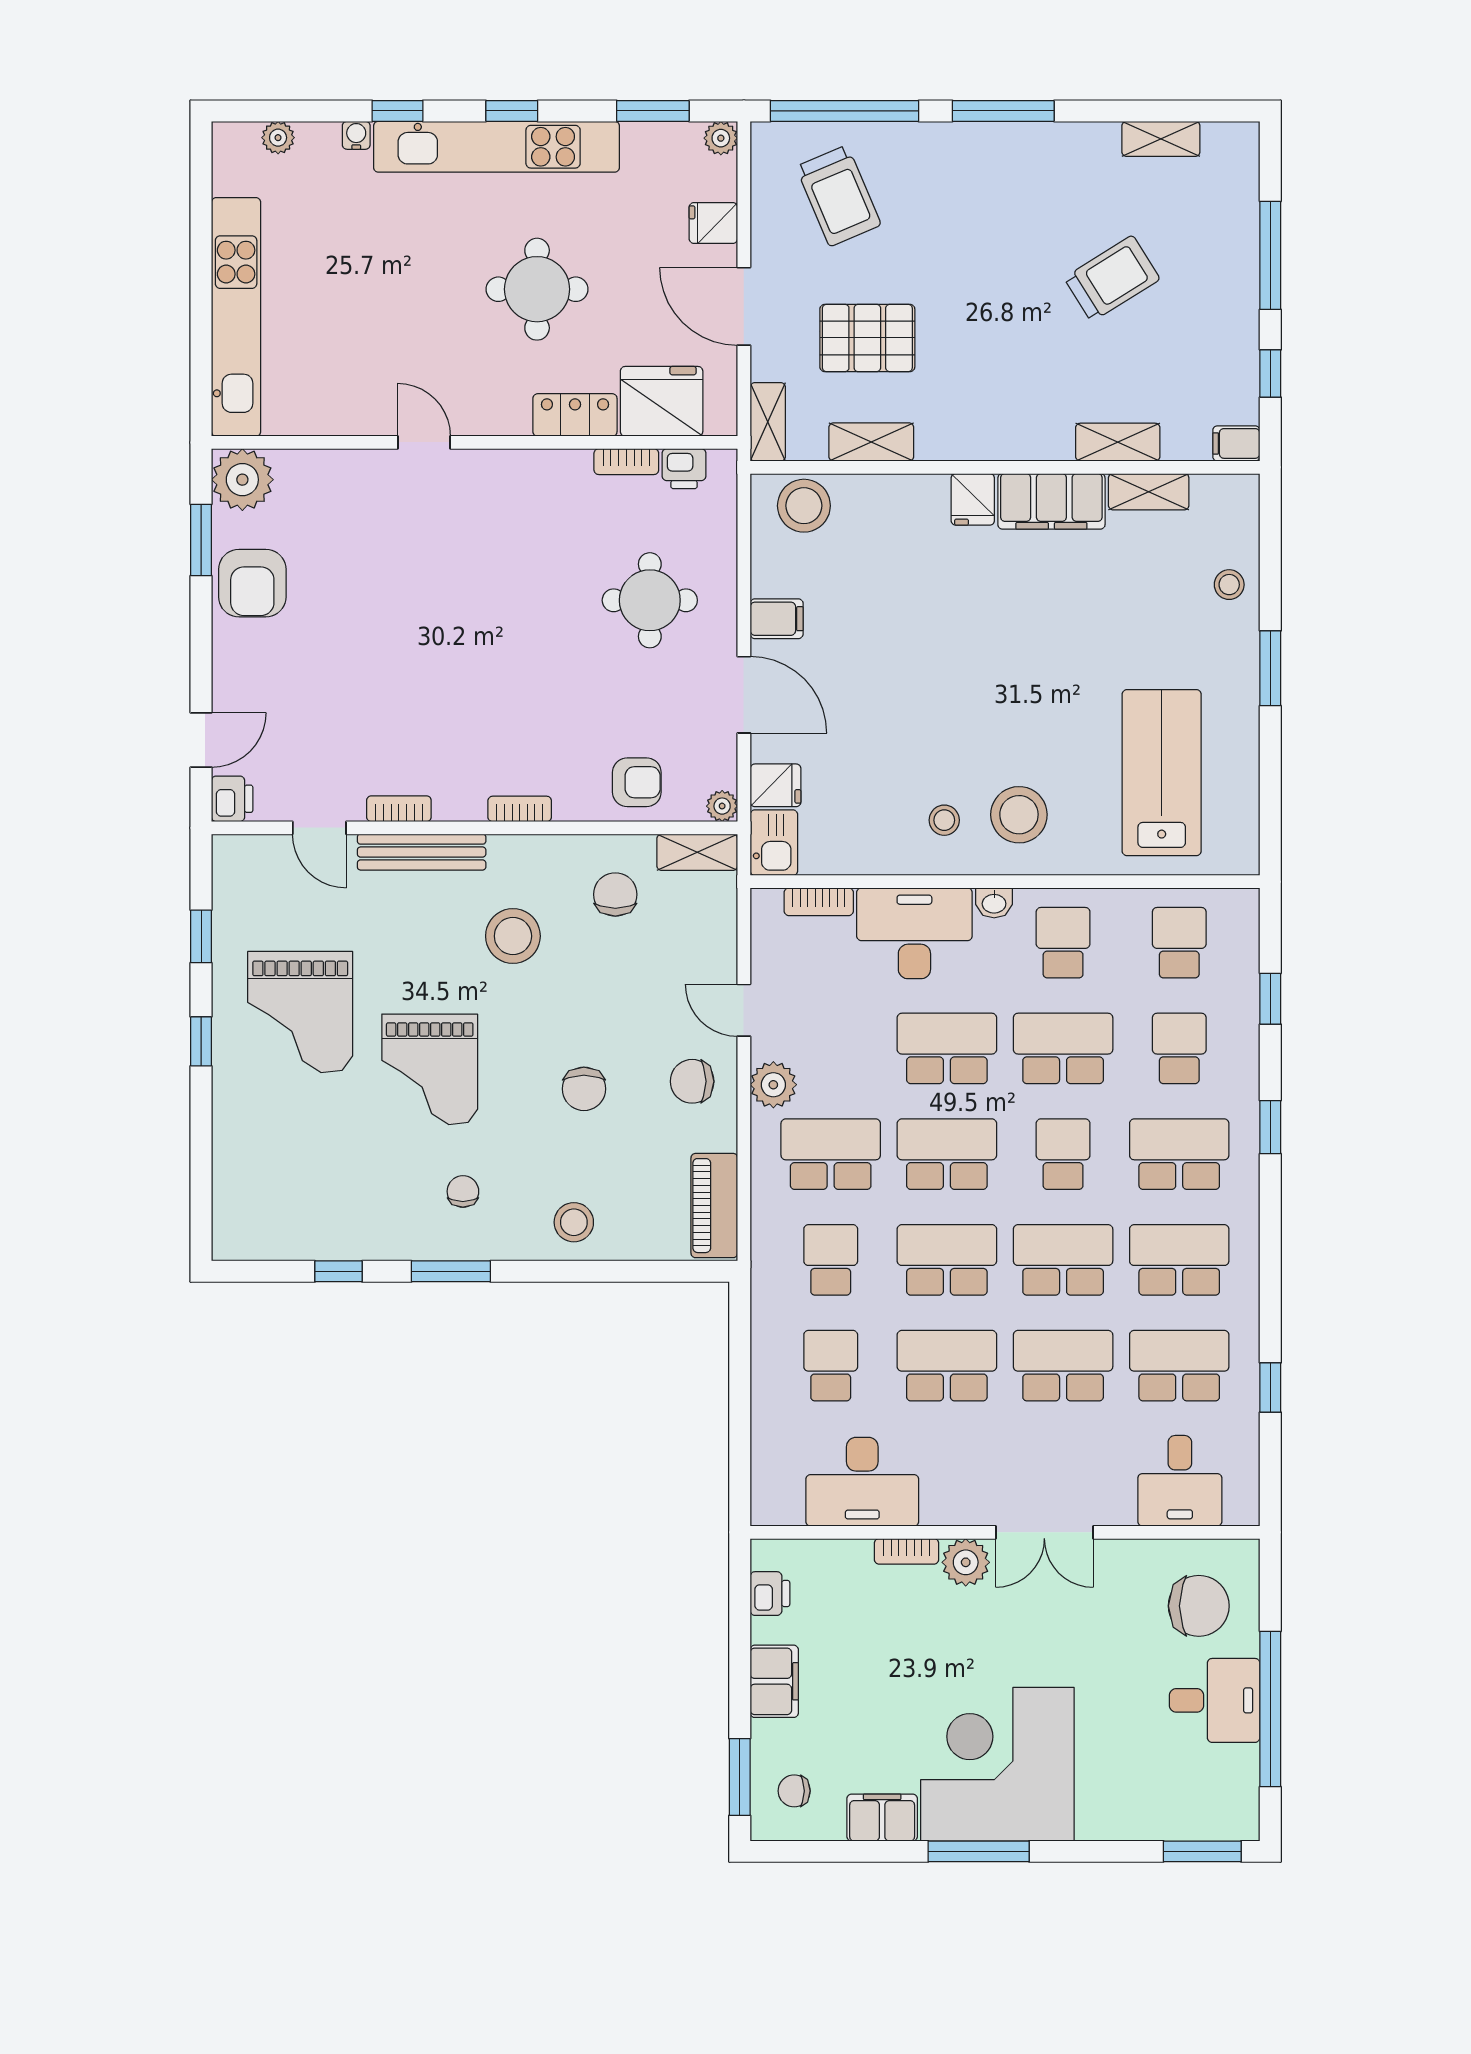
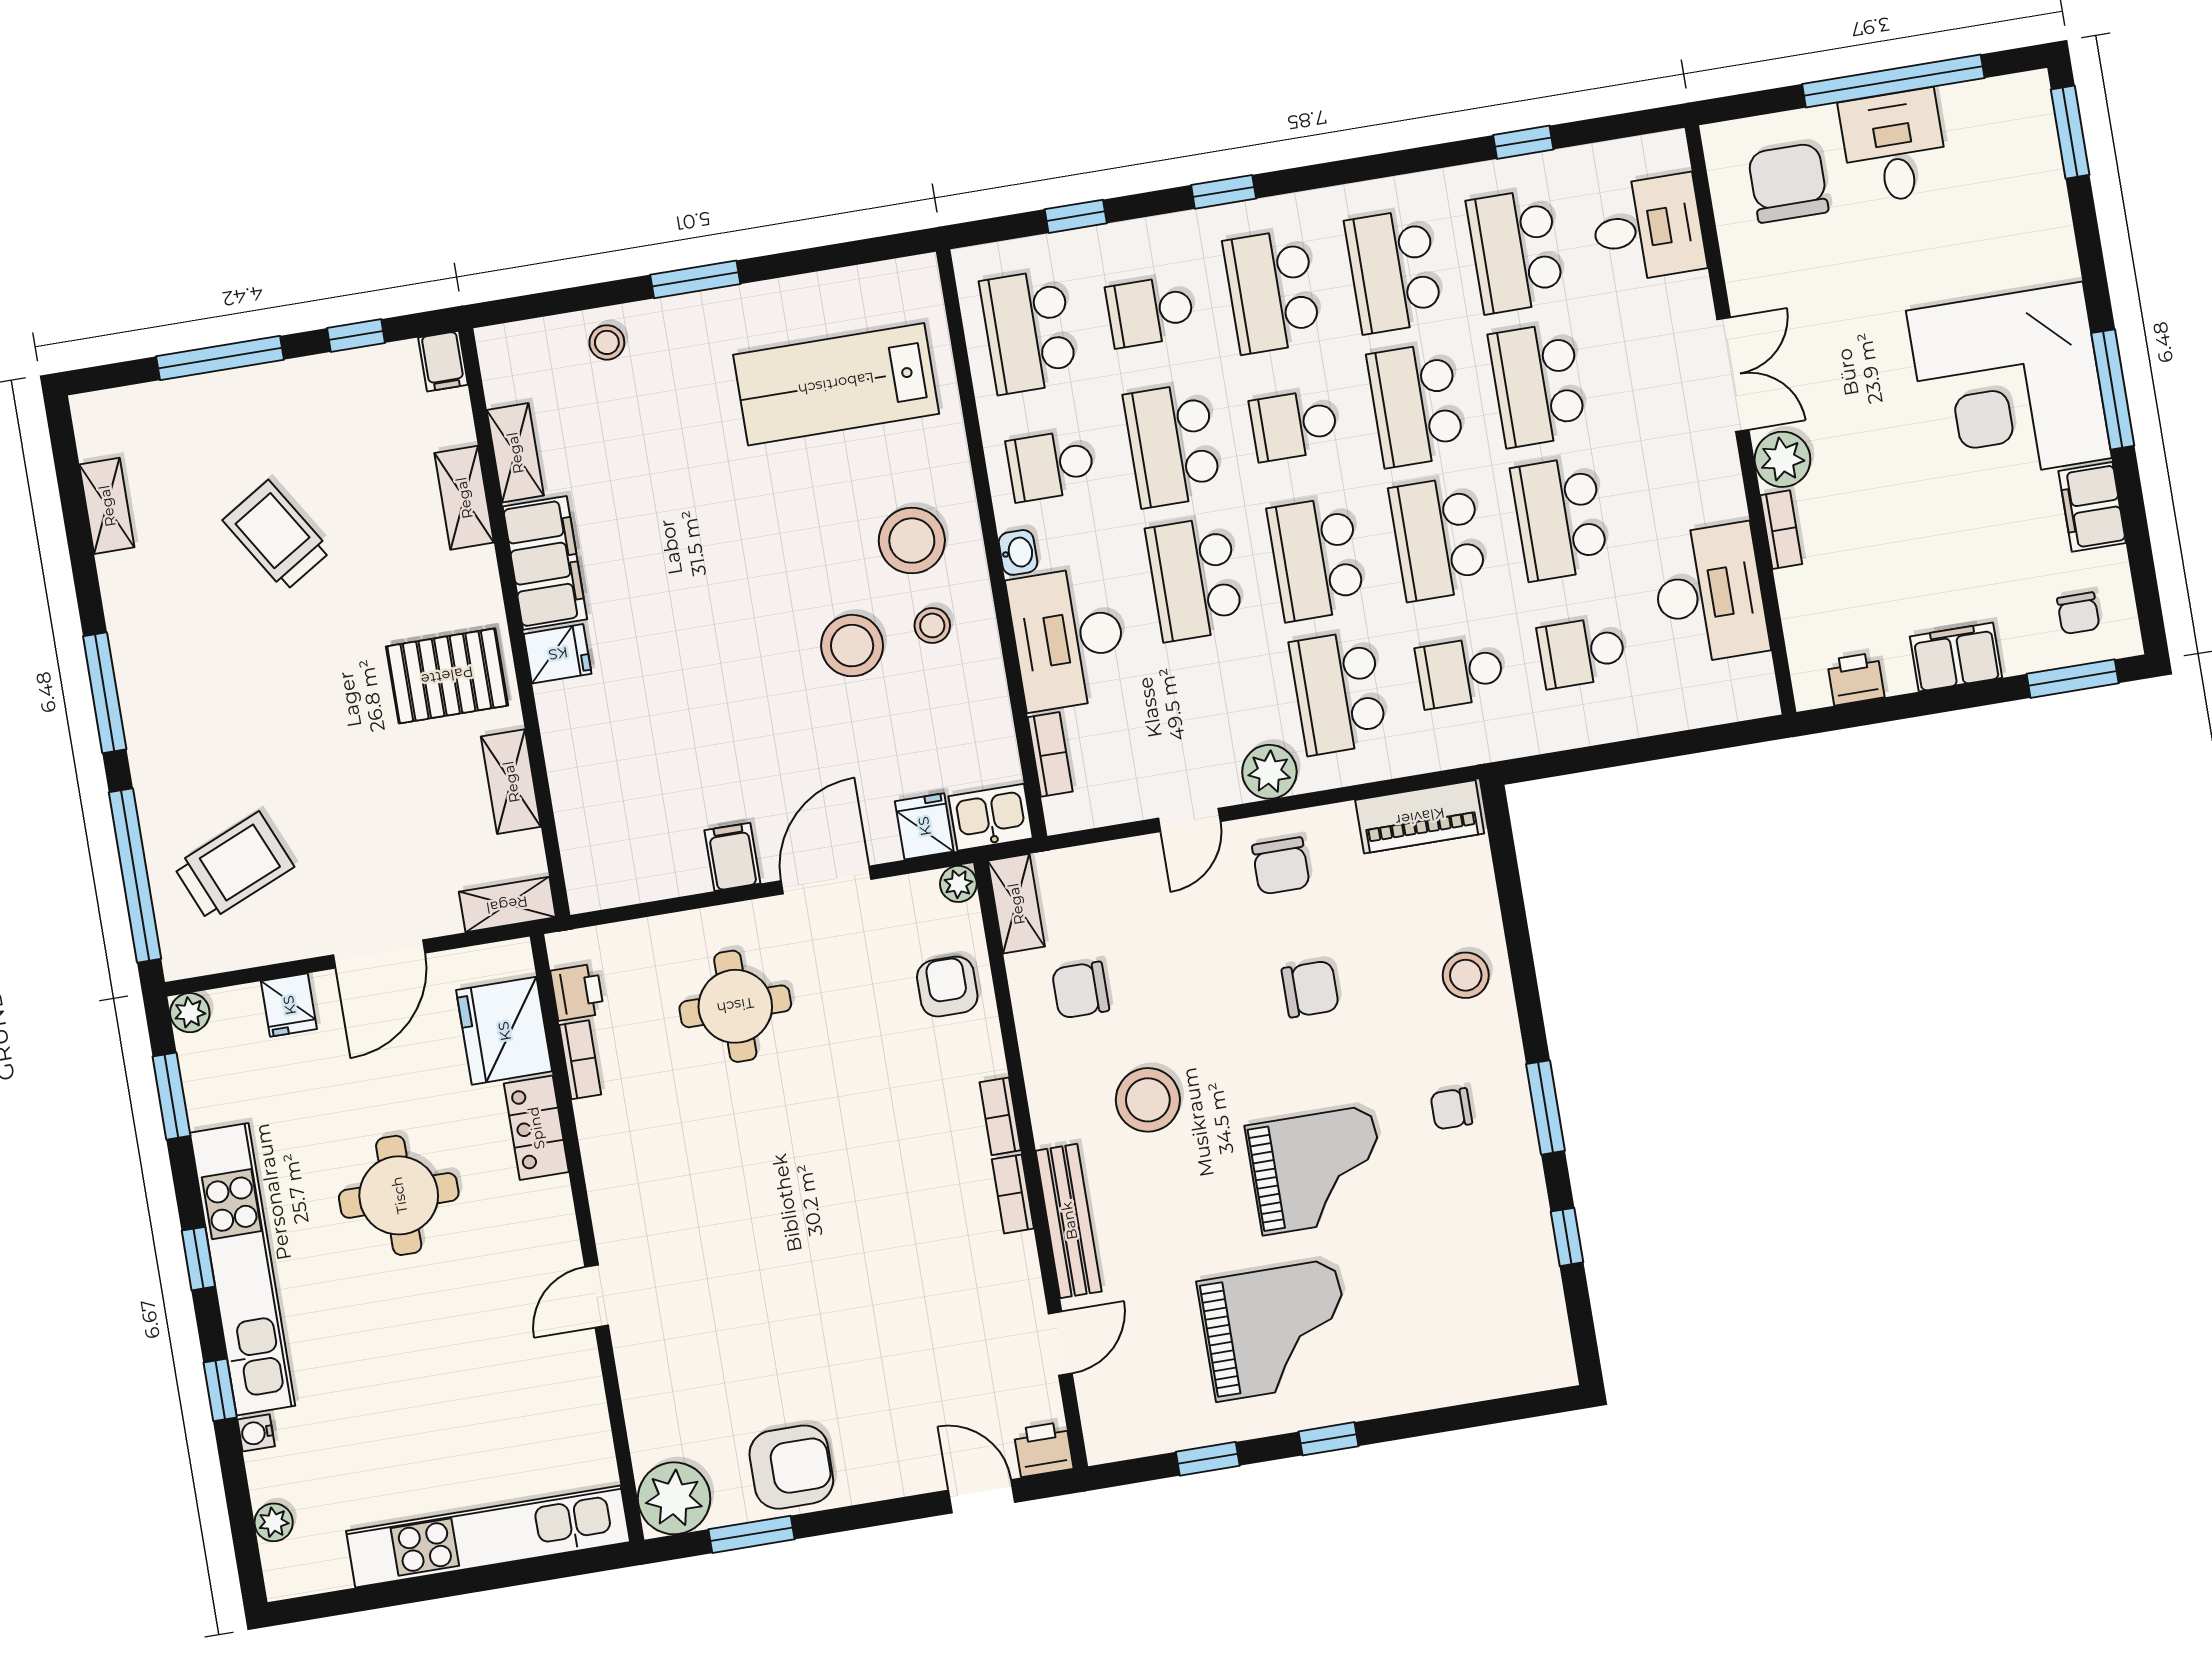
pallet: (867, 338) -> (447, 676), moved, turned 90
stool: (804, 506) -> (852, 646), moved
bookcase: (399, 809) -> (1013, 1194), moved
school desk: (1179, 943) -> (1029, 332), width x1.85

